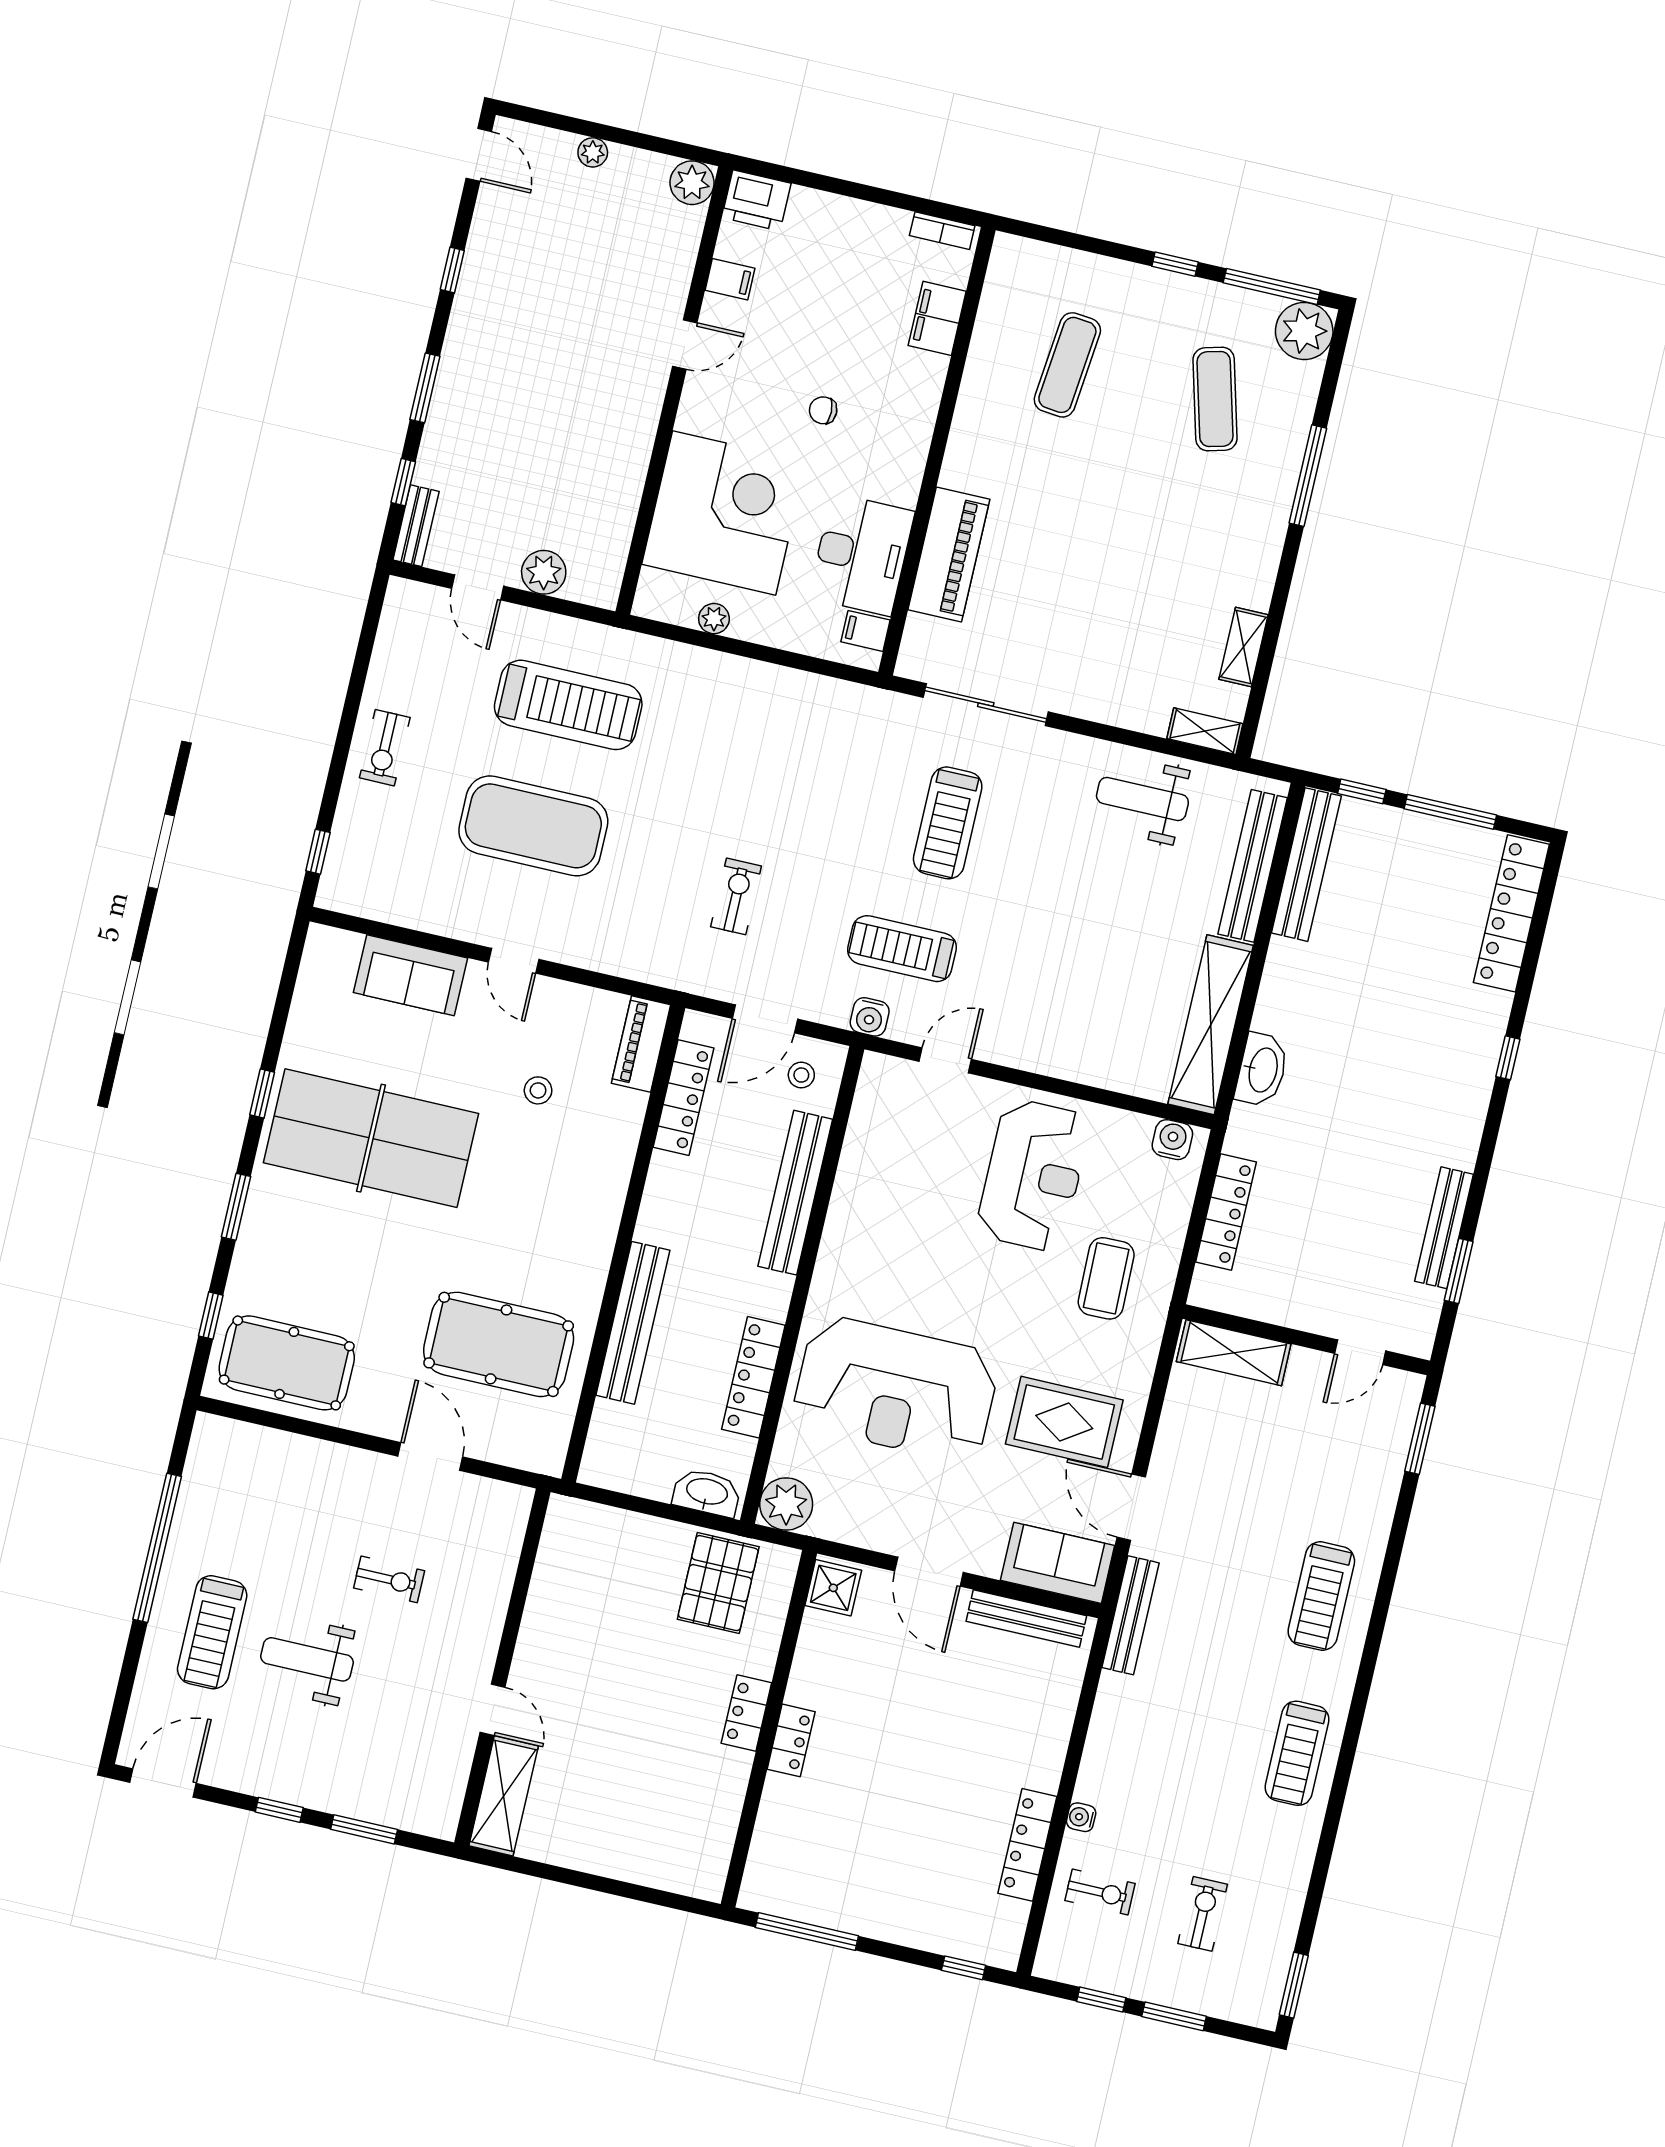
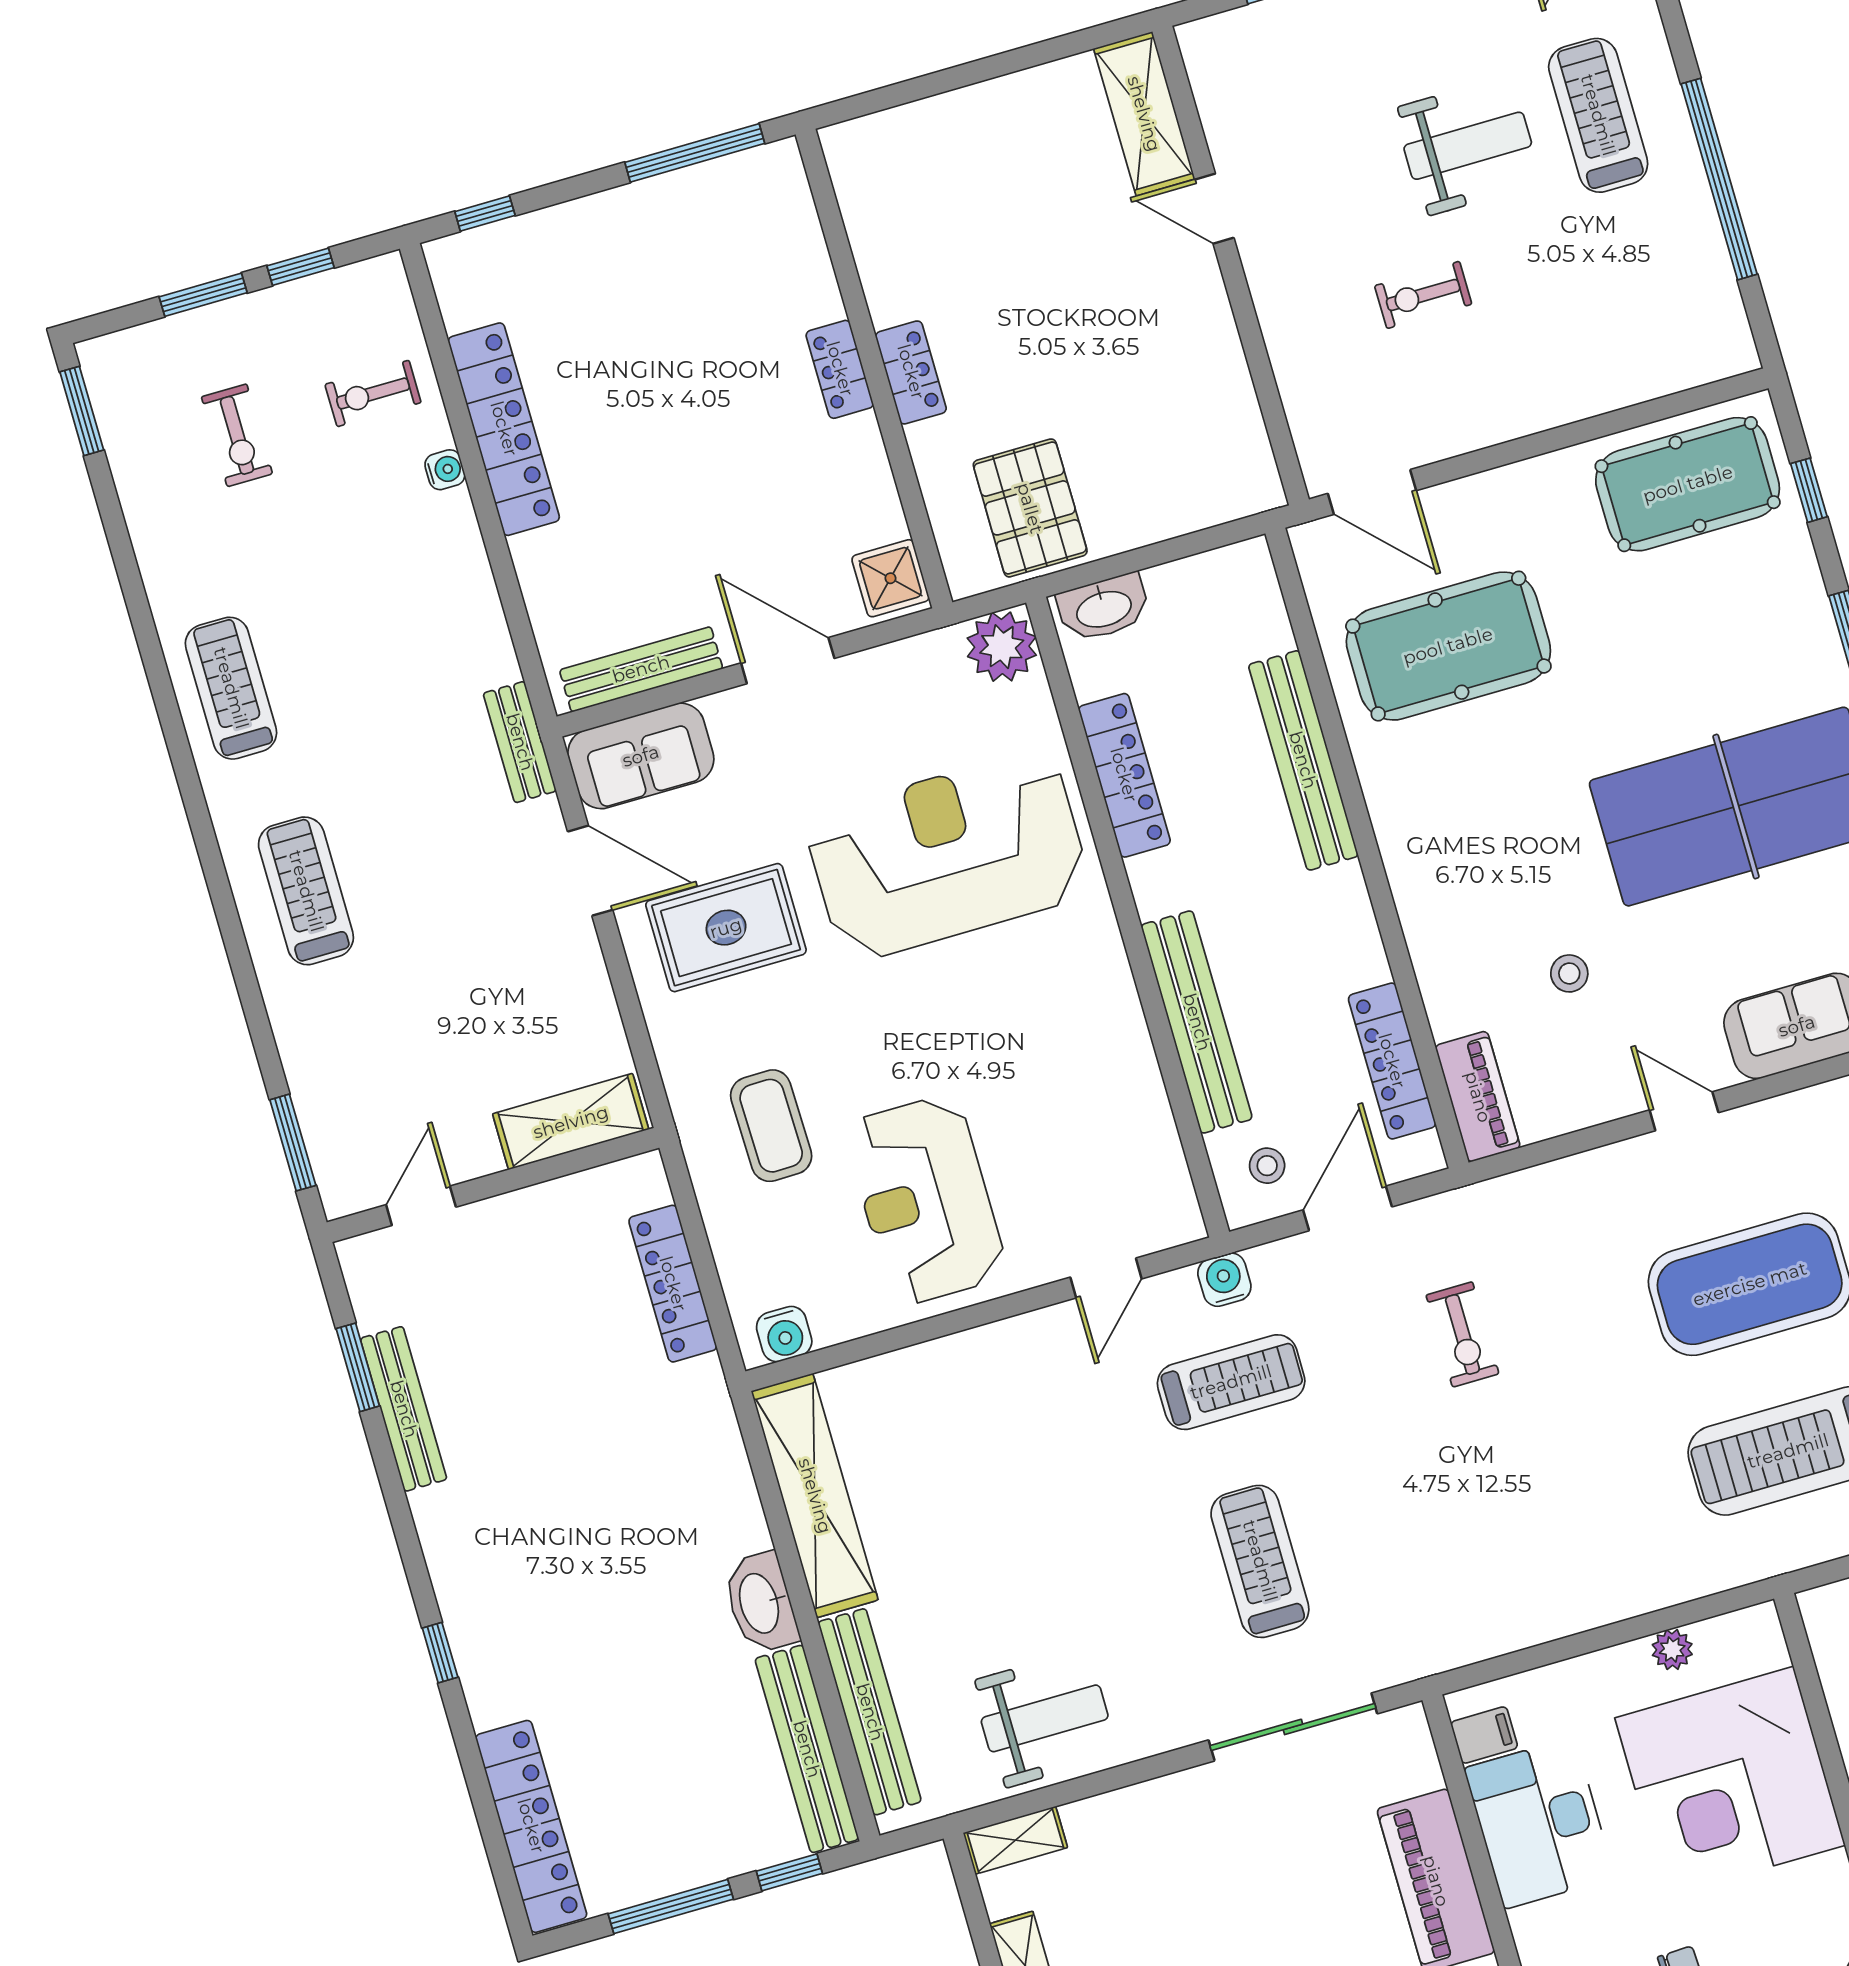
washbasin: (1262, 1070) -> (761, 1603), moved
door: (430, 1456) -> (1372, 492), moved
bench: (1131, 1615) -> (520, 742), width x0.73
locker: (1027, 1845) -> (504, 429), width x1.41, depth x1.21

